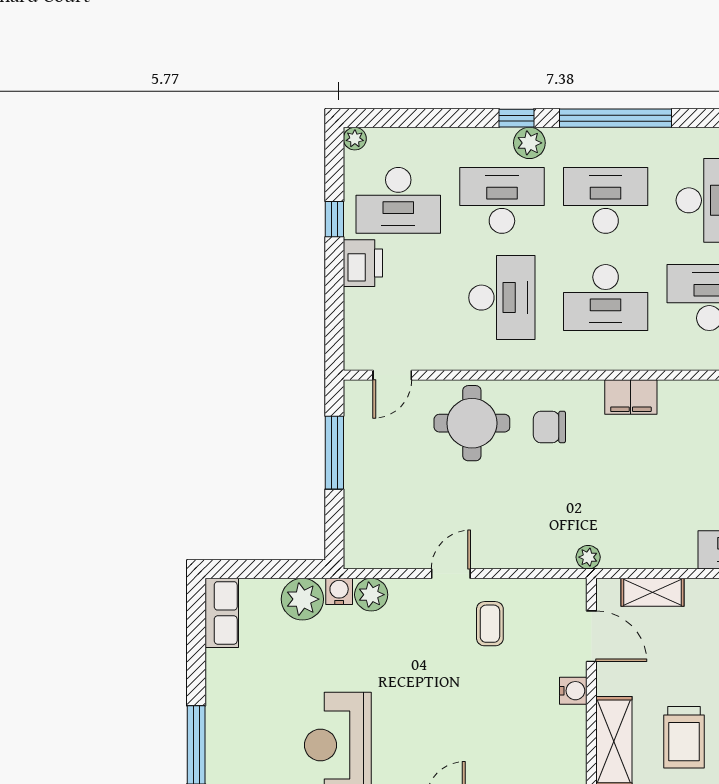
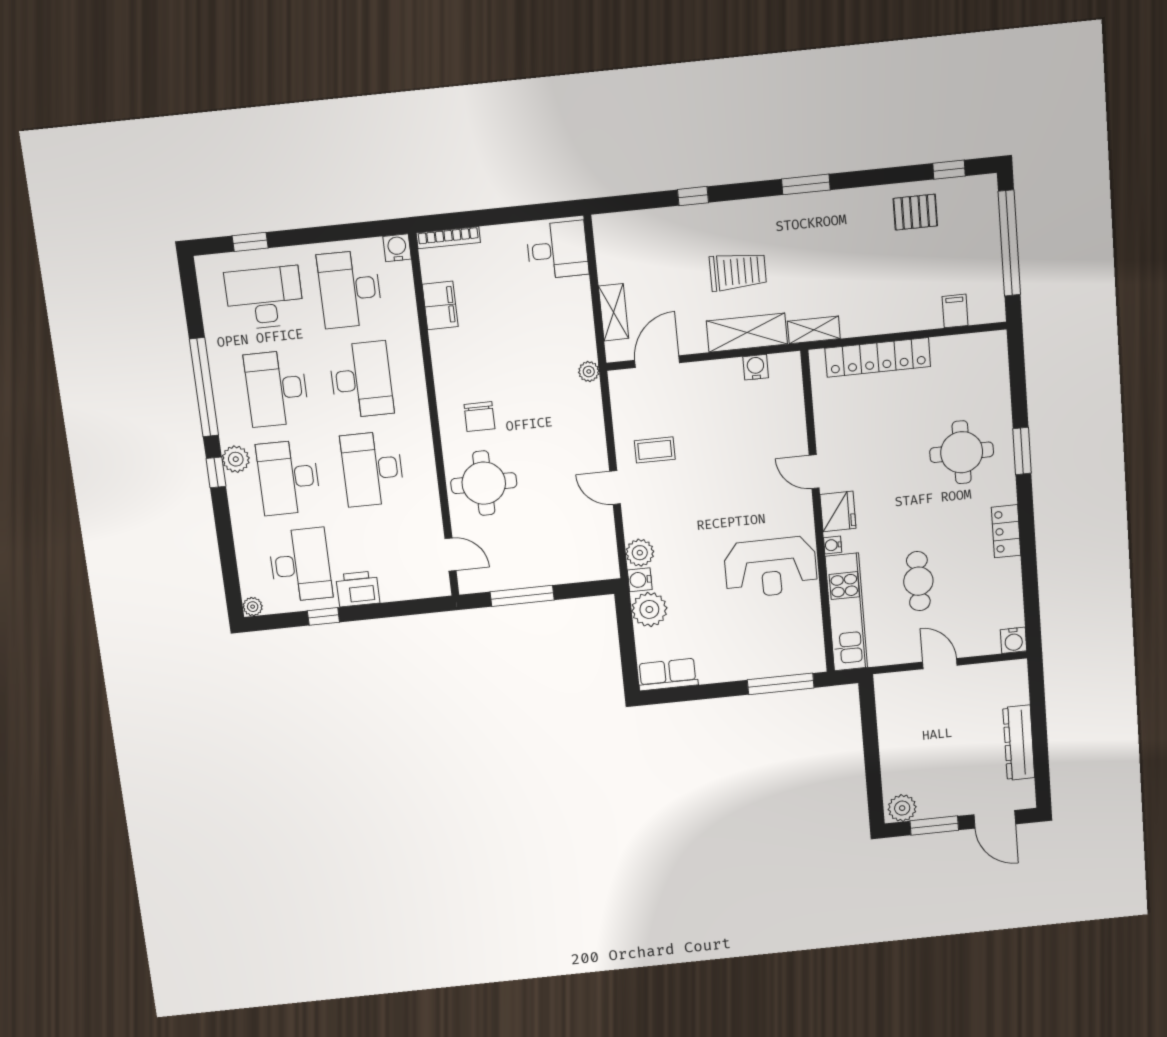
desk: (502, 298) -> (372, 469), turned -90
filing cabinet: (631, 397) -> (440, 305), moved
water cooler: (573, 691) -> (756, 367), moved

